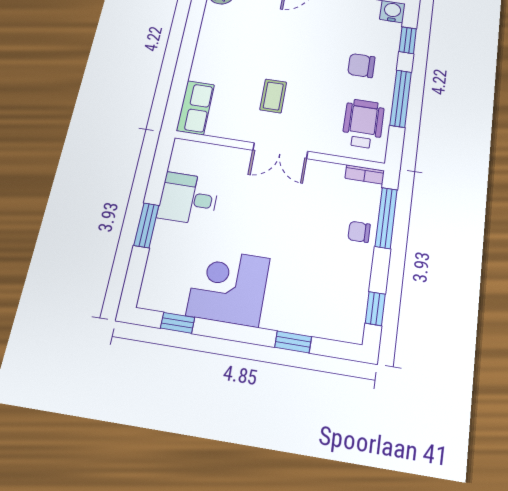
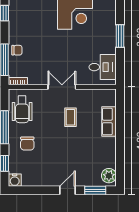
chair: (361, 66) -> (27, 143), turned 90
row of seats: (195, 108) -> (109, 121), moved
desk: (188, 199) -> (103, 67), moved

